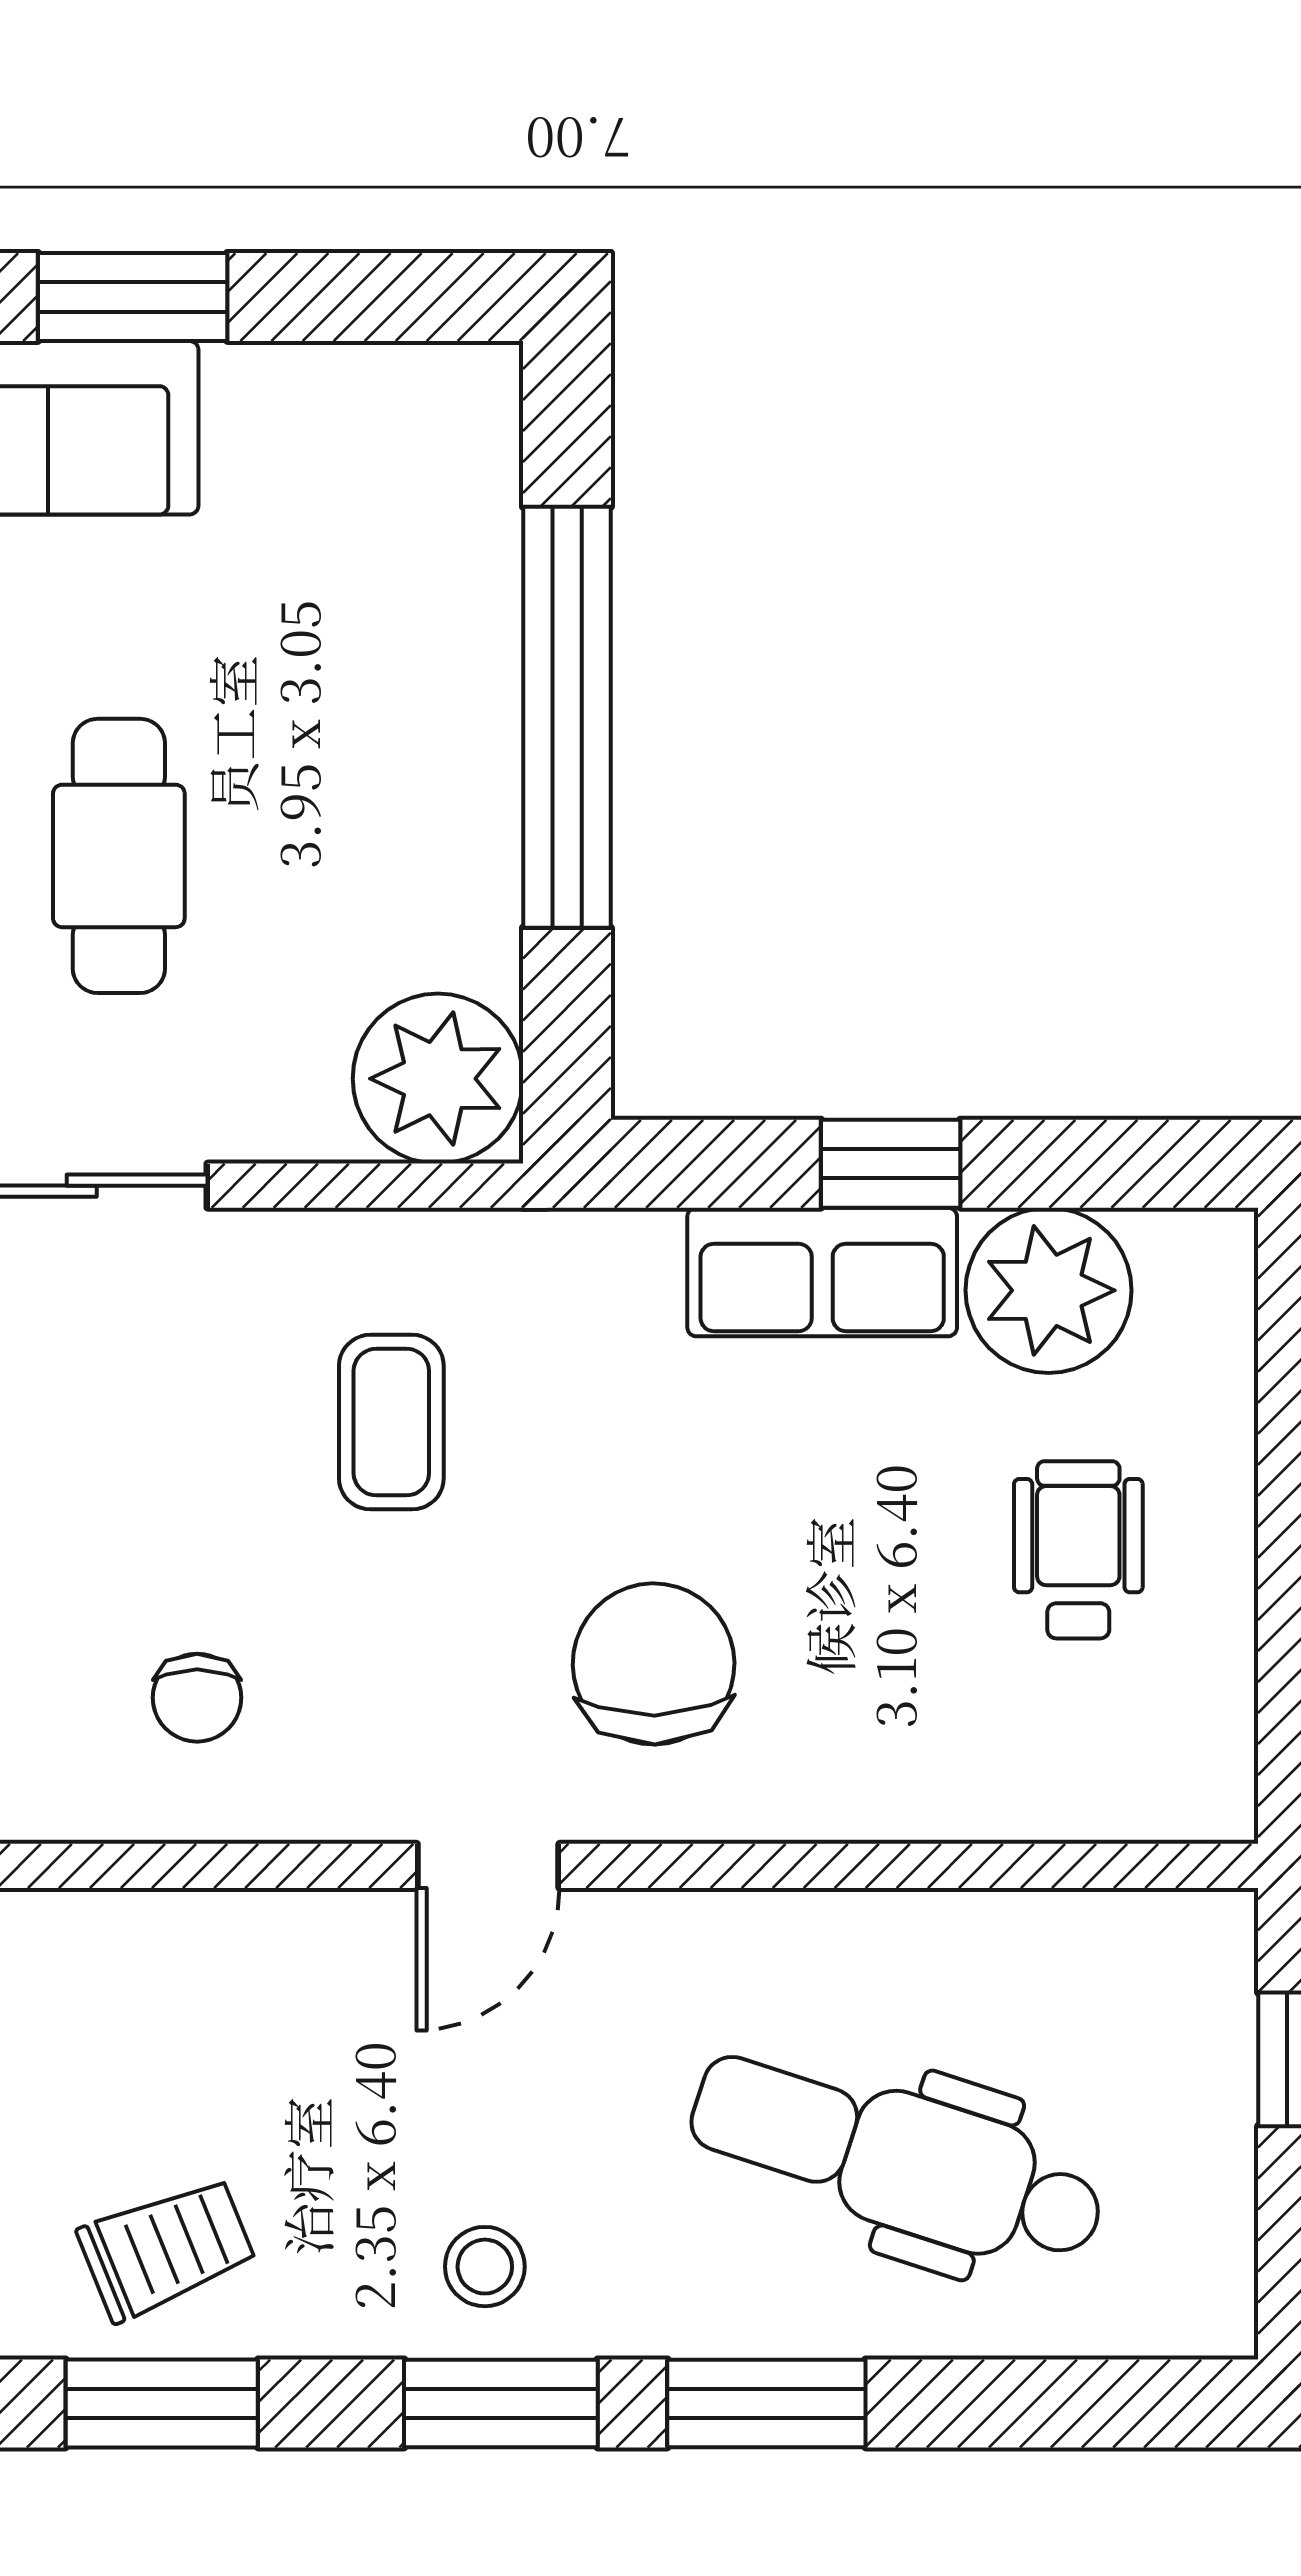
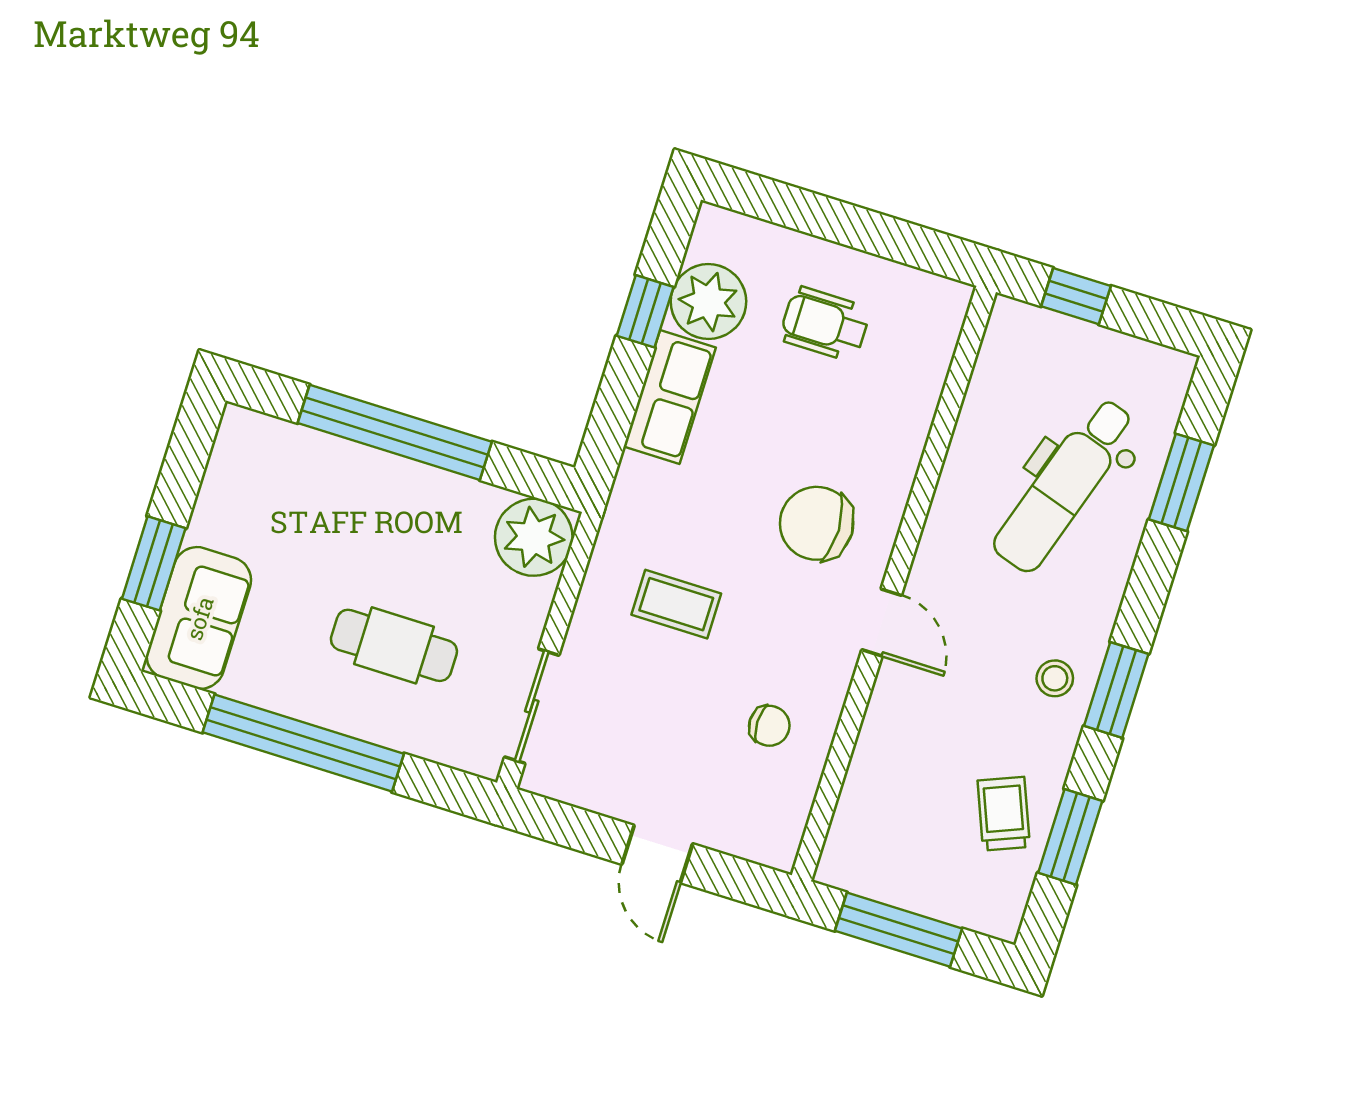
window: (891, 1164) -> (645, 311), moved
window: (766, 2403) -> (1181, 482), moved

